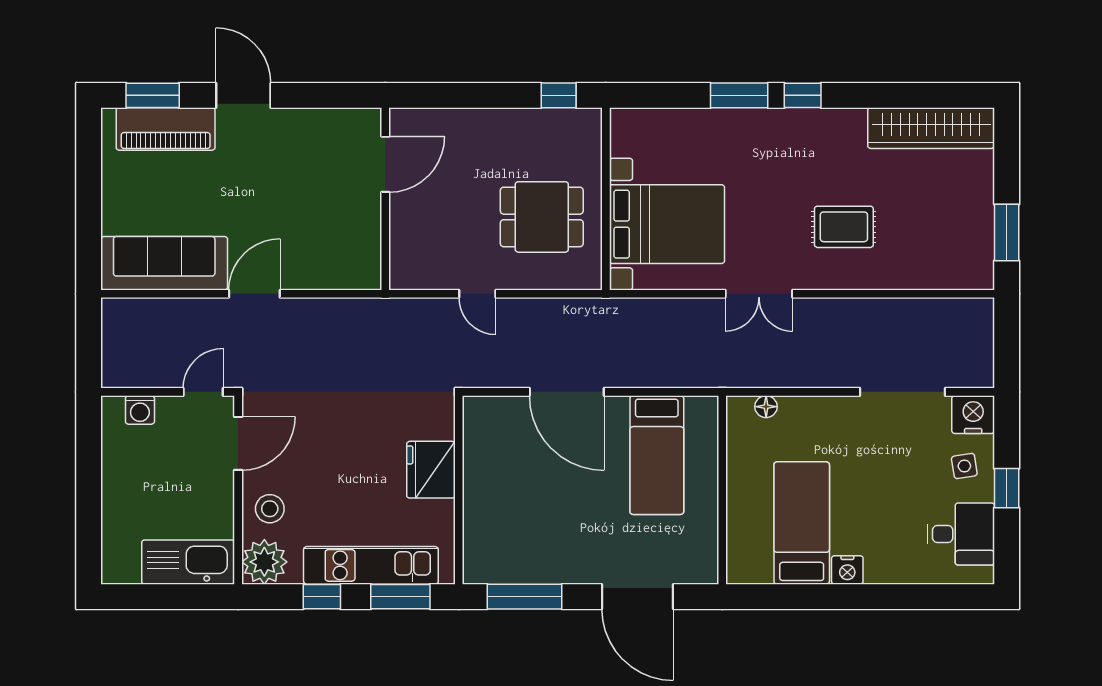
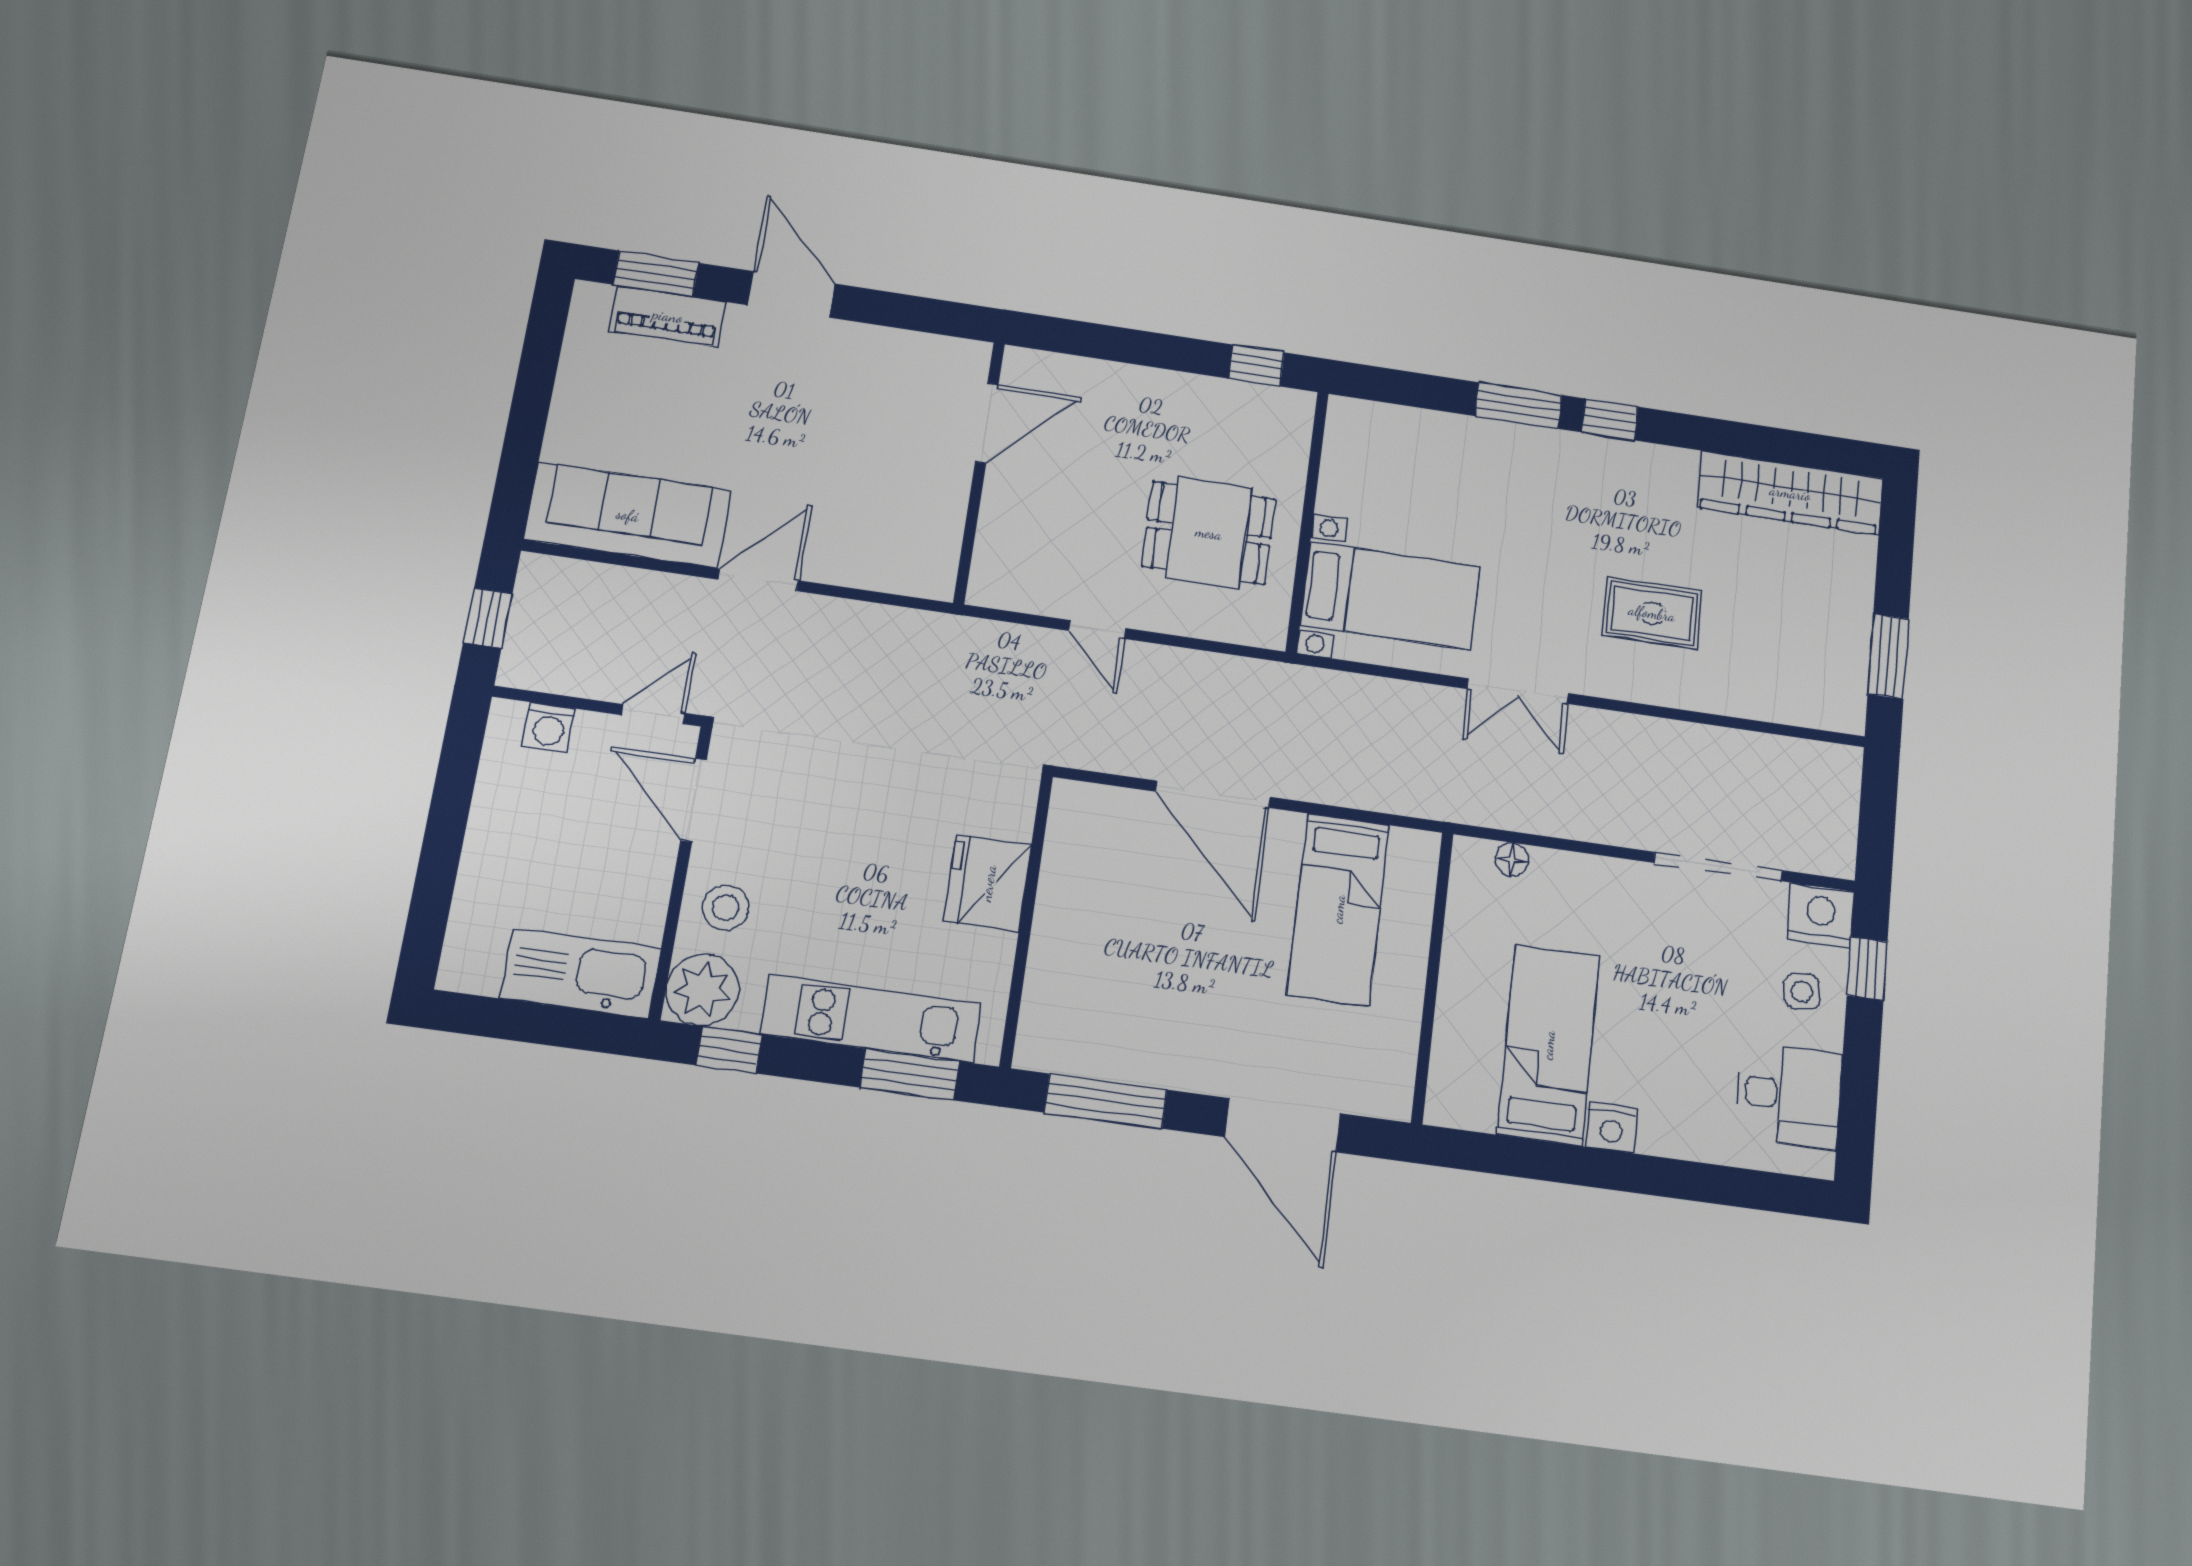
piano: (166, 129) -> (668, 316), width x0.73, depth x0.75
bed with nightstands: (667, 224) -> (1390, 596), width x0.73
window: (89, 345) -> (488, 618), added
door: (238, 443) -> (694, 800), swing flipped
window: (1007, 488) -> (1867, 969), moved
window: (322, 597) -> (729, 1050), moved

